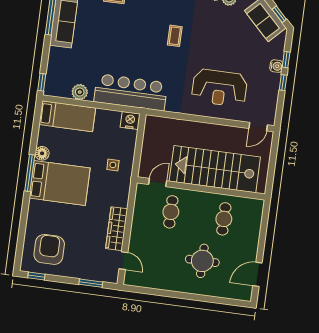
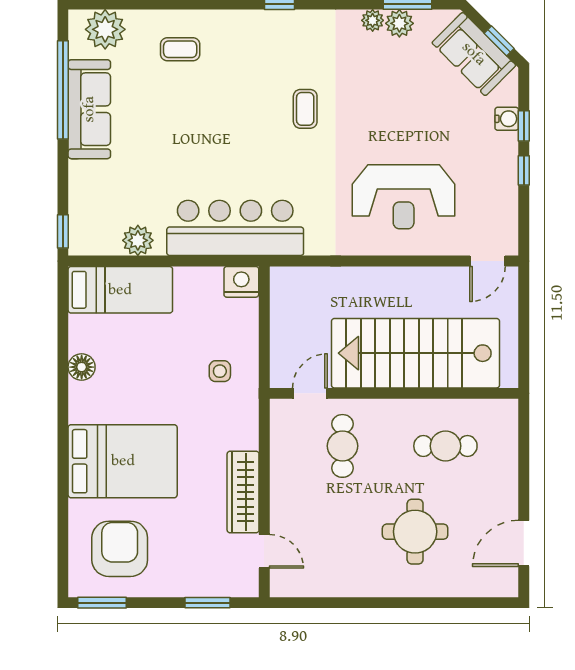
water cooler: (276, 66) -> (507, 119), moved
window: (30, 173) -> (63, 408), removed
bed: (60, 183) -> (123, 461), moved
cafe table: (224, 219) -> (445, 446), turned 90
window: (36, 276) -> (102, 603), width x1.50

